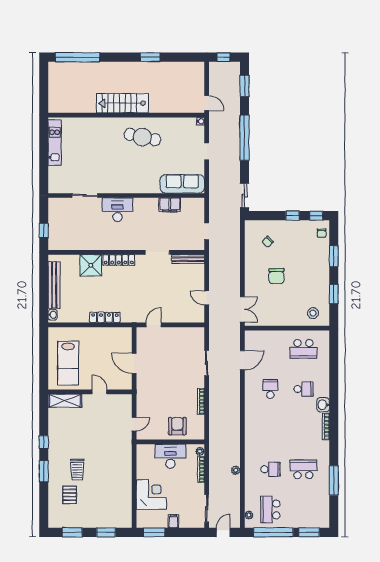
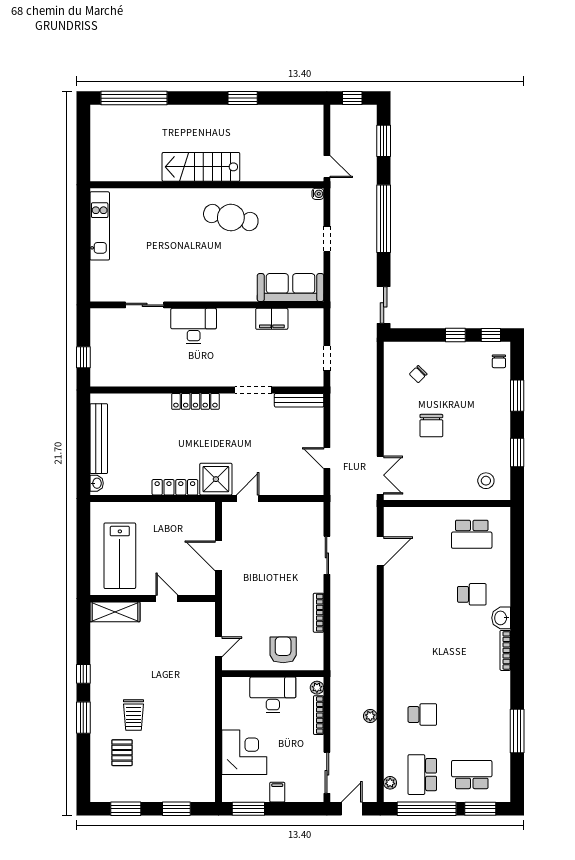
shower: (91, 265) -> (216, 479), moved
school desk: (270, 389) -> (422, 594), removed
school desk: (303, 469) -> (472, 775), moved

